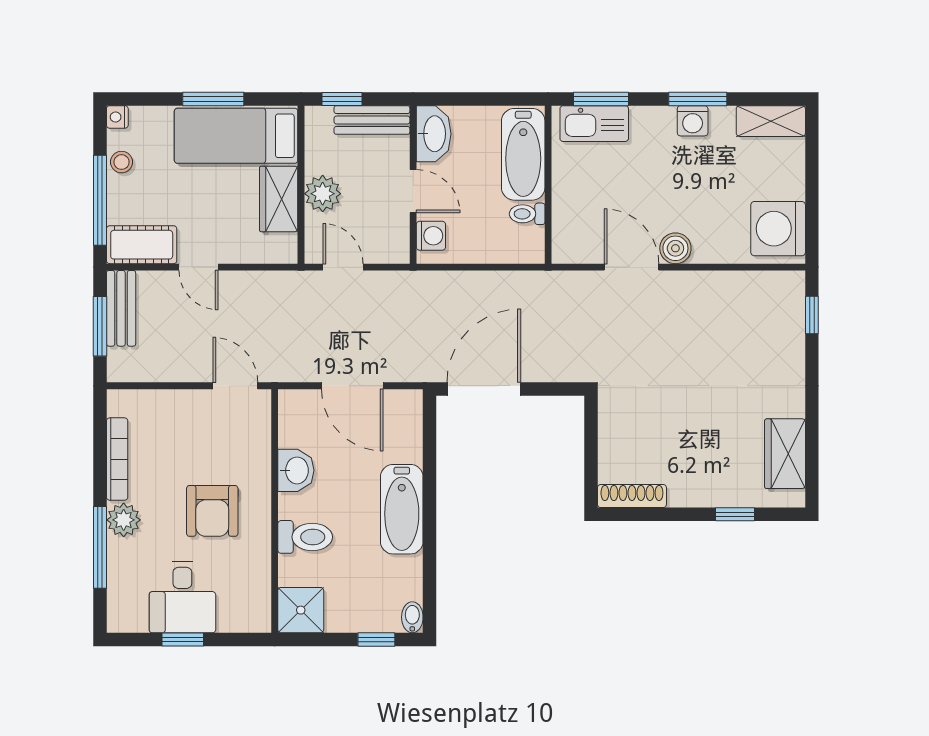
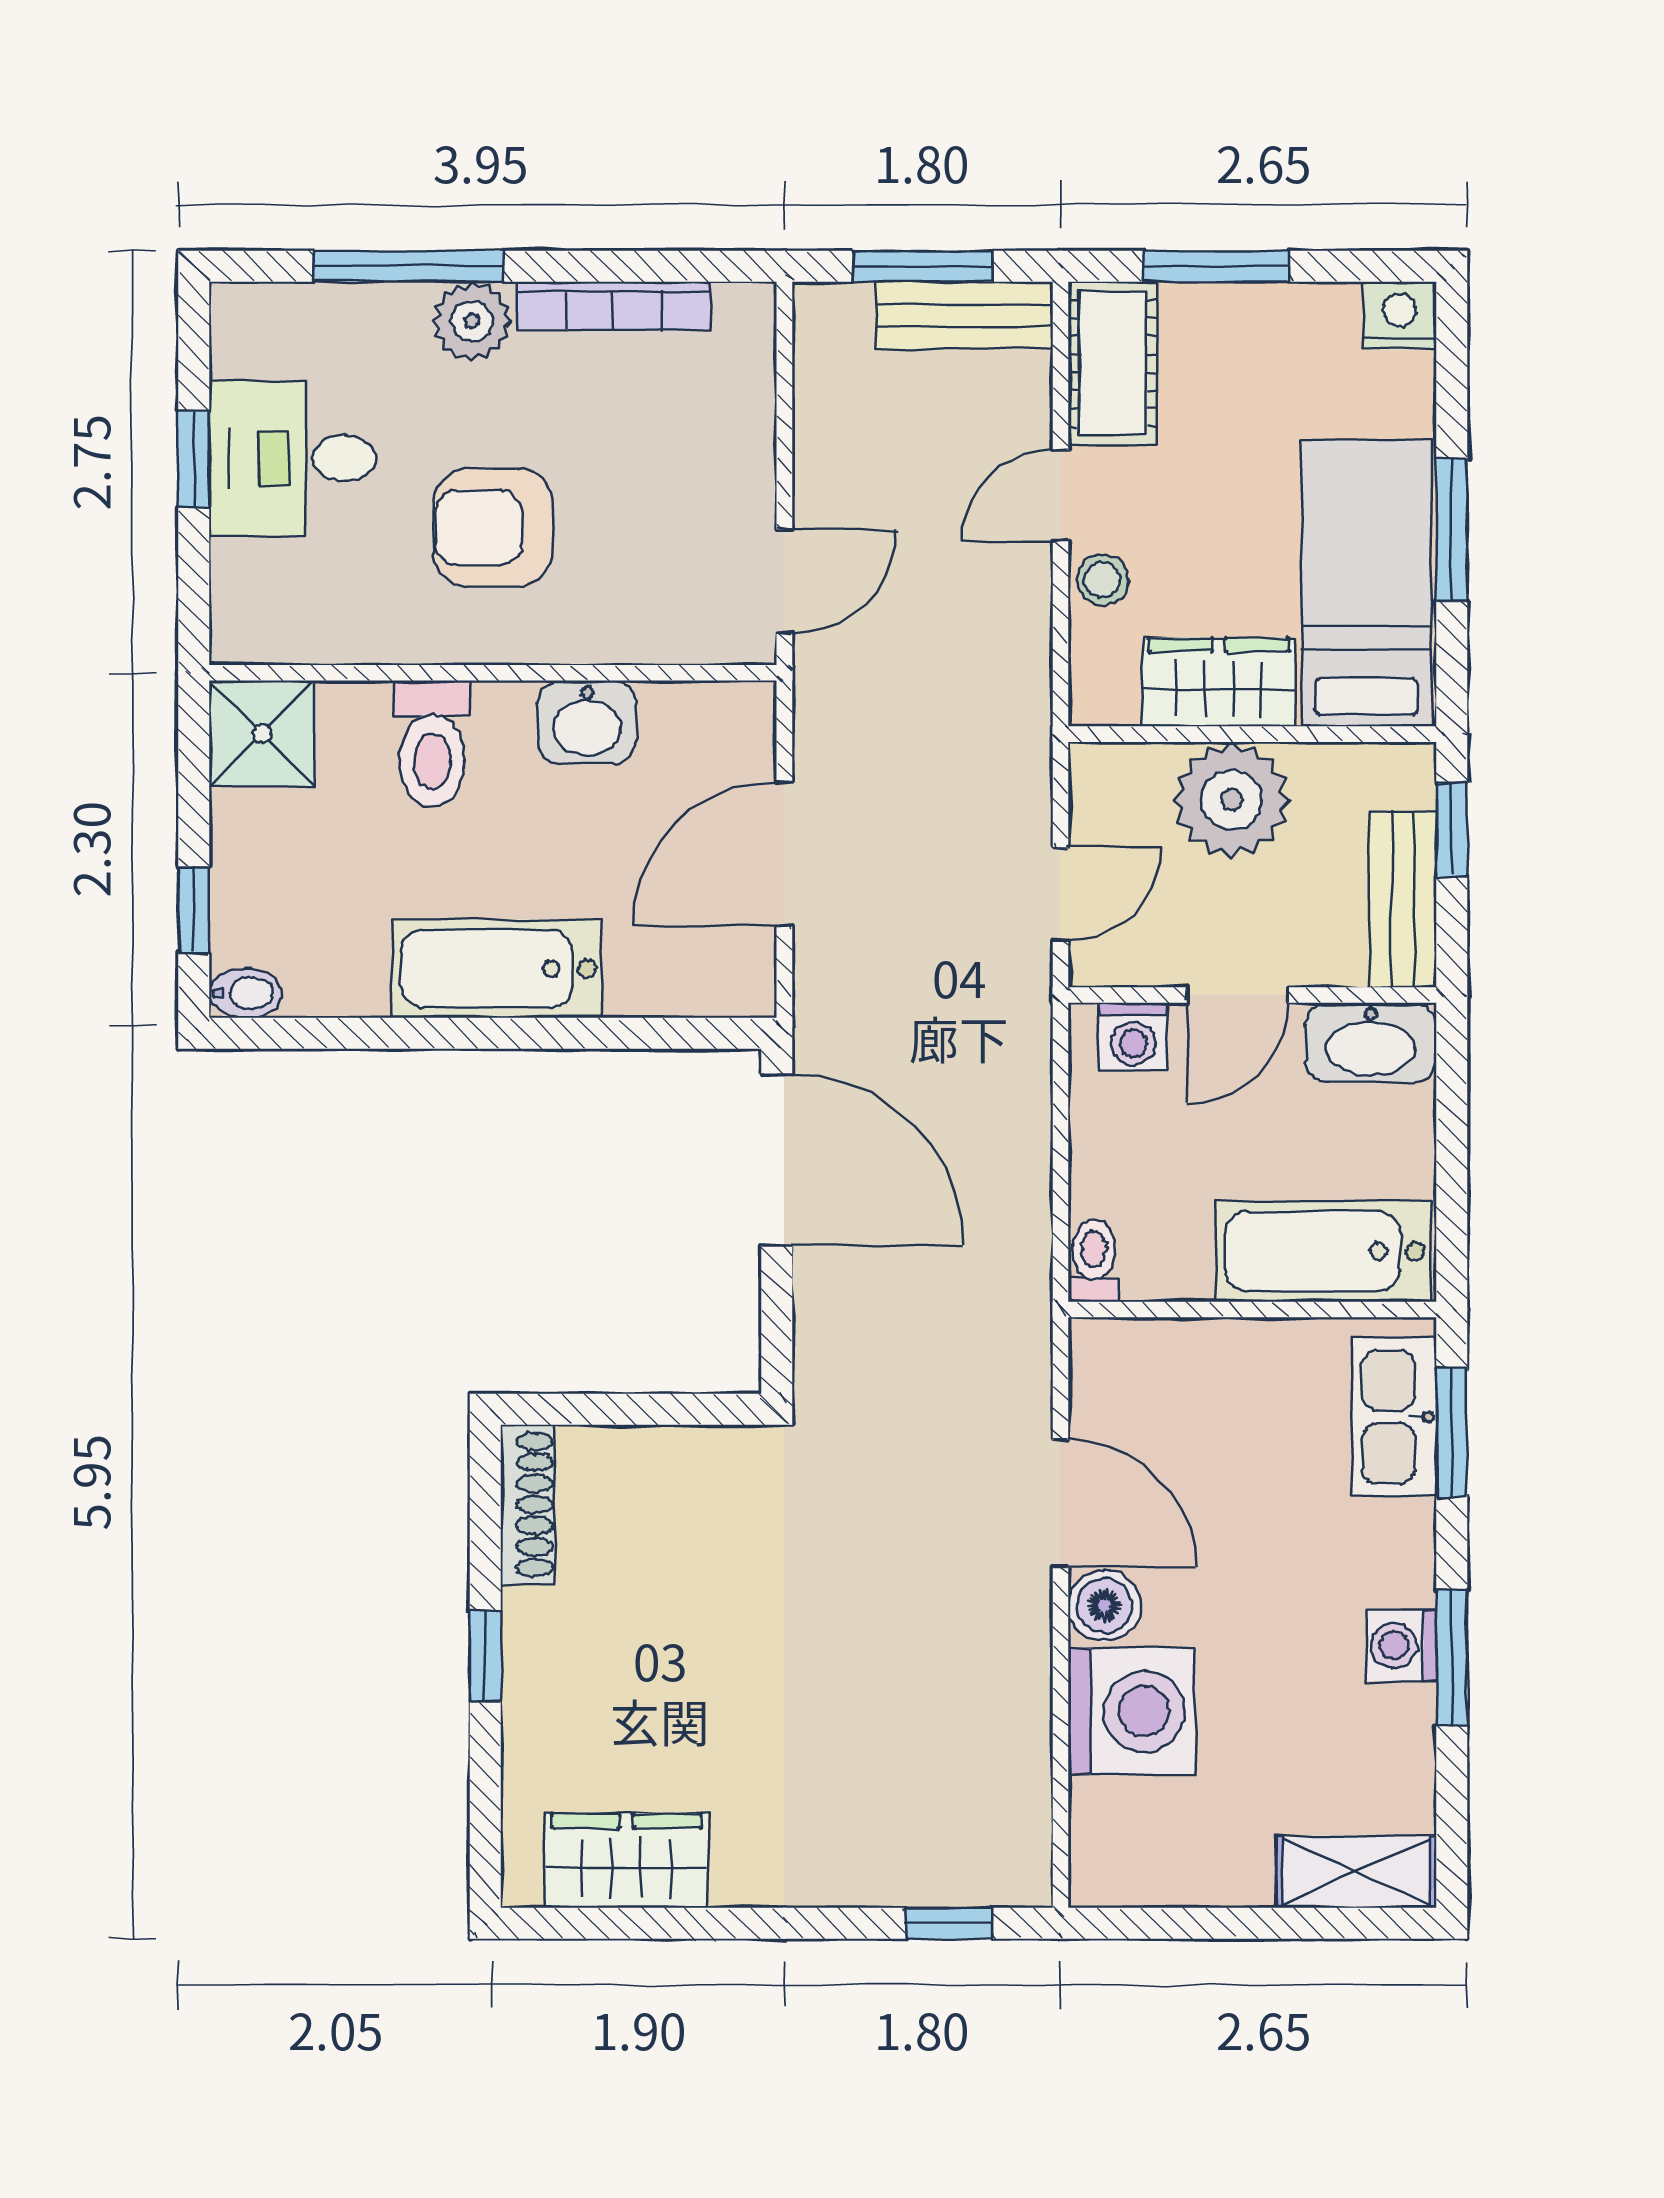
nightstand: (117, 117) -> (1400, 315), width x1.39, depth x1.35
shelving: (771, 121) -> (1356, 1872), moved, turned 90
stool: (122, 162) -> (1103, 580), moved
plant: (323, 194) -> (1232, 800), width x1.36, depth x1.36
window: (100, 200) -> (1216, 266), width x0.69
toilet: (527, 214) -> (1094, 1260), moved
washing machine: (778, 229) -> (1131, 1711), moved, turned 90
door: (343, 267) -> (1061, 894), moved
door: (631, 267) -> (1061, 1503), hinge flipped
window: (735, 514) -> (485, 1656), moved

